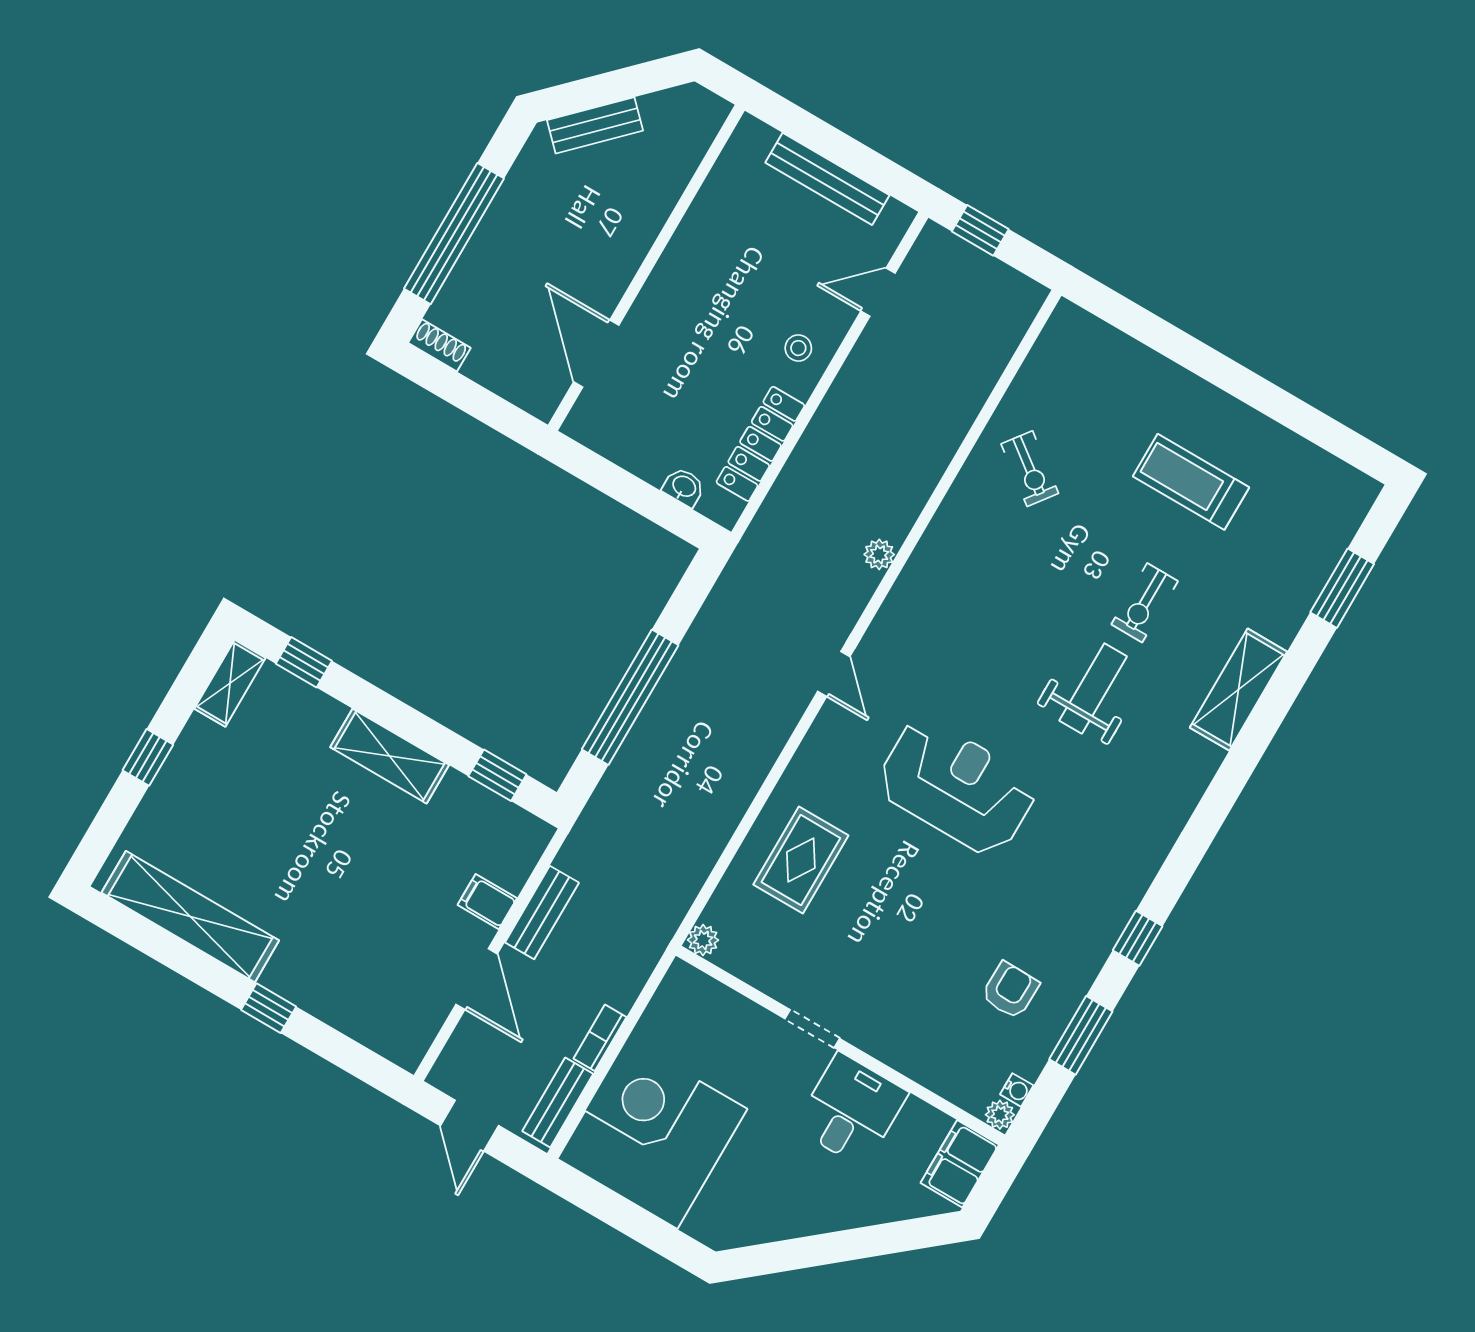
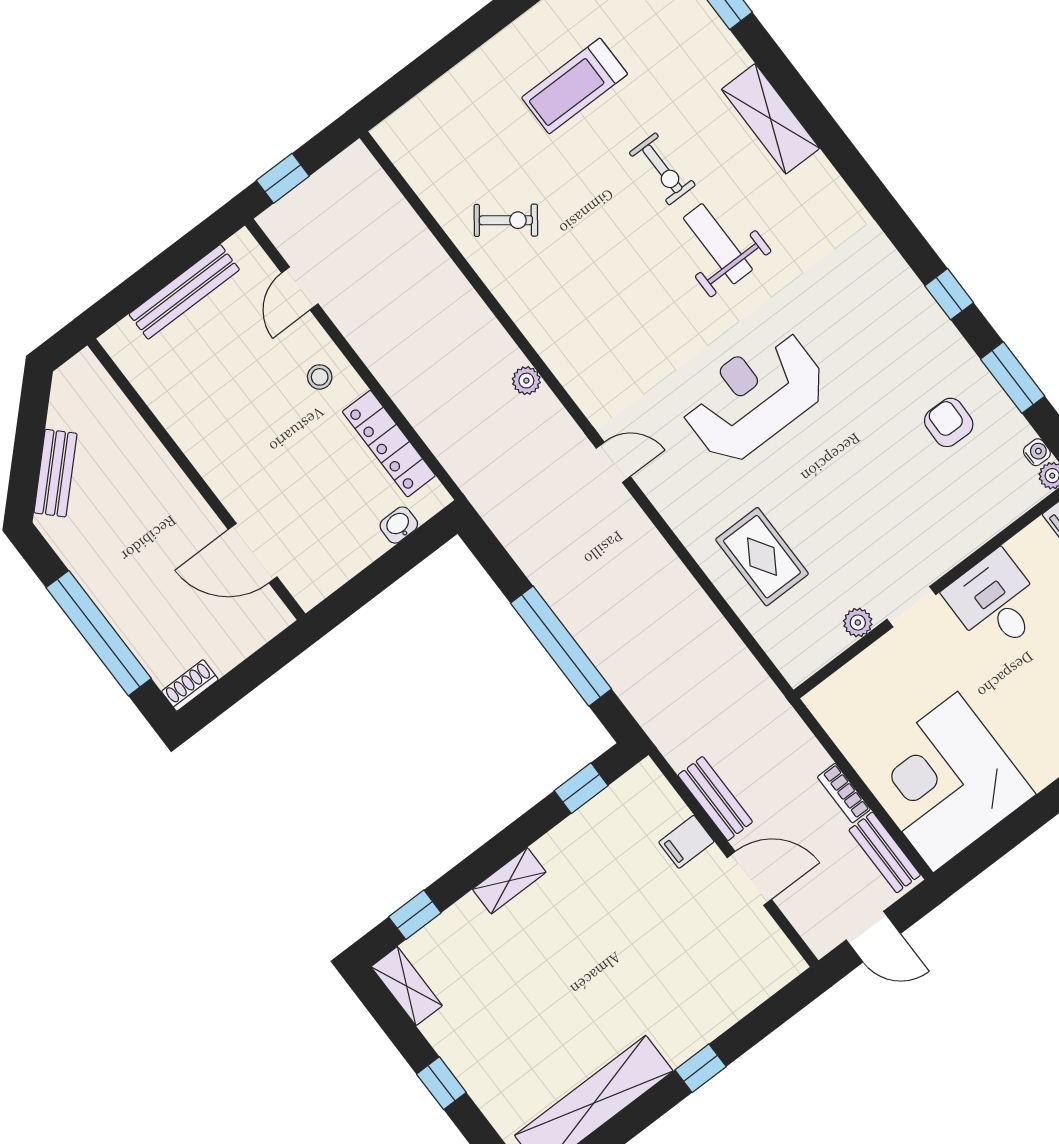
shelving: (390, 756) -> (509, 881), width x0.67, depth x0.75
plant: (703, 940) -> (858, 623), moved

